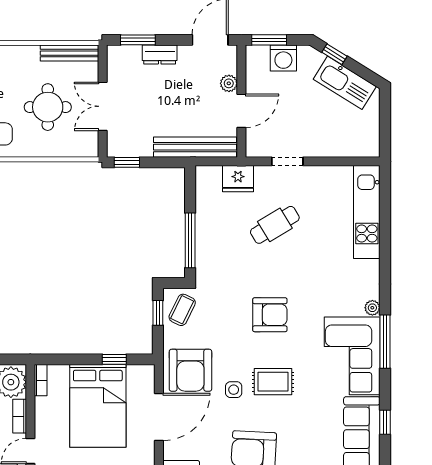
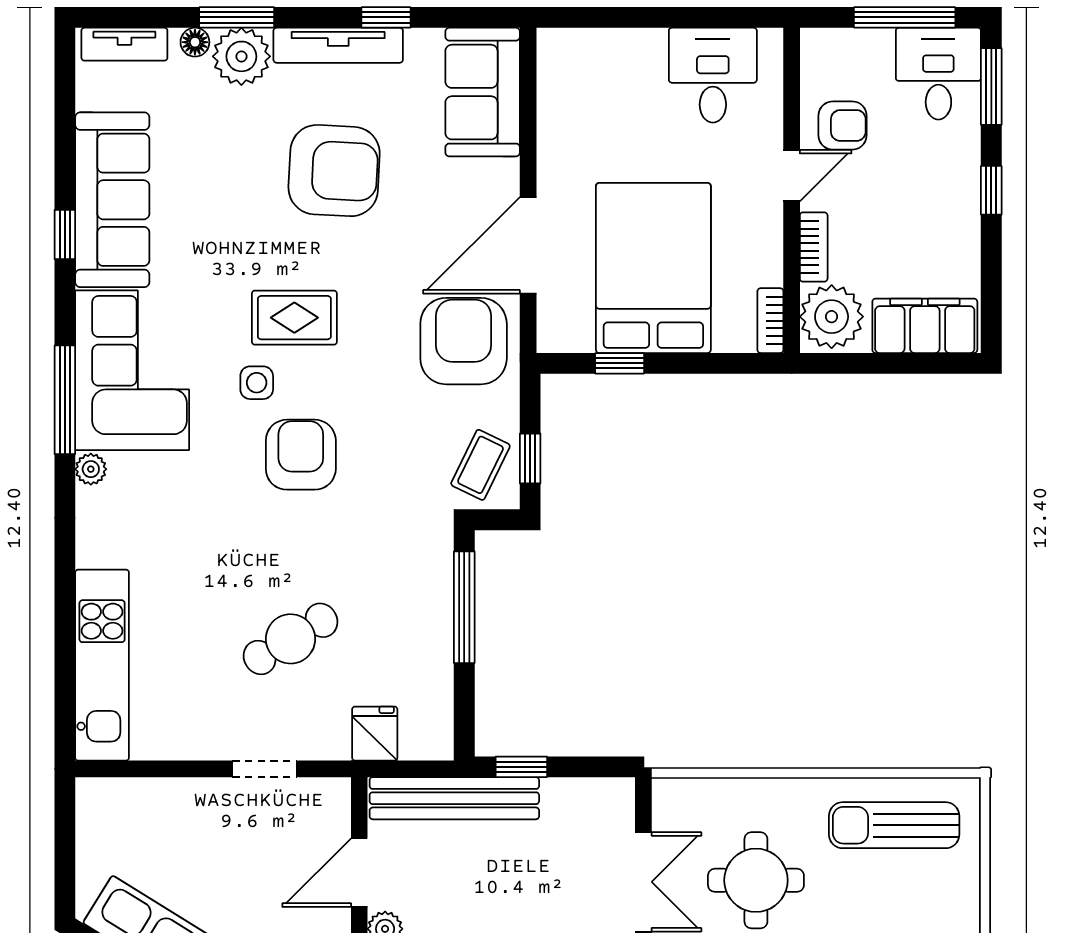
window: (127, 162) -> (521, 767), moved
fridge: (238, 179) -> (375, 734), width x0.72
armchair: (270, 315) -> (301, 455), turned 90
side table: (234, 390) -> (257, 383), moved

